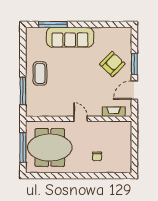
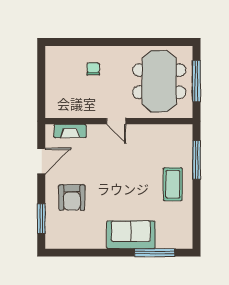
sofa: (70, 37) -> (131, 235), width x0.73
armchair: (112, 64) -> (72, 198), turned -44
window: (134, 64) -> (41, 219), moved
meeting table: (50, 147) -> (159, 81), turned 90

